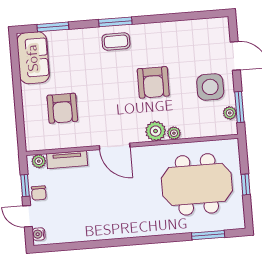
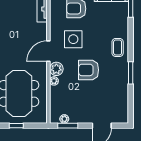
window: (115, 22) -> (131, 73), moved
side table: (210, 87) -> (73, 39), moved
door: (115, 146) -> (48, 51), moved

